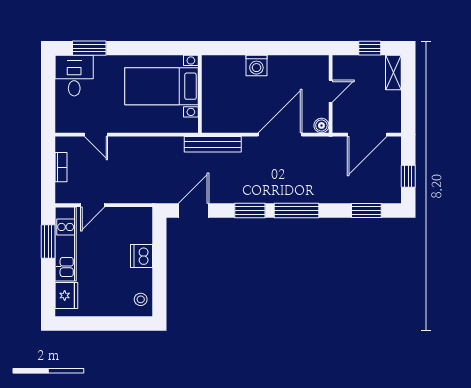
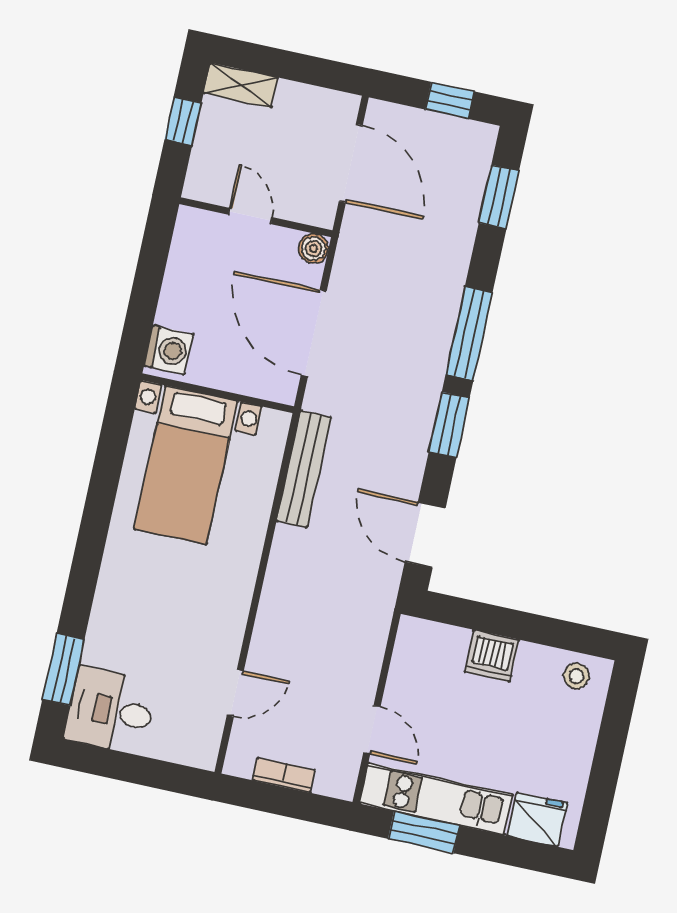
bed with nightstands: (161, 86) -> (186, 465), moved
wall: (200, 94) -> (218, 393), moved

